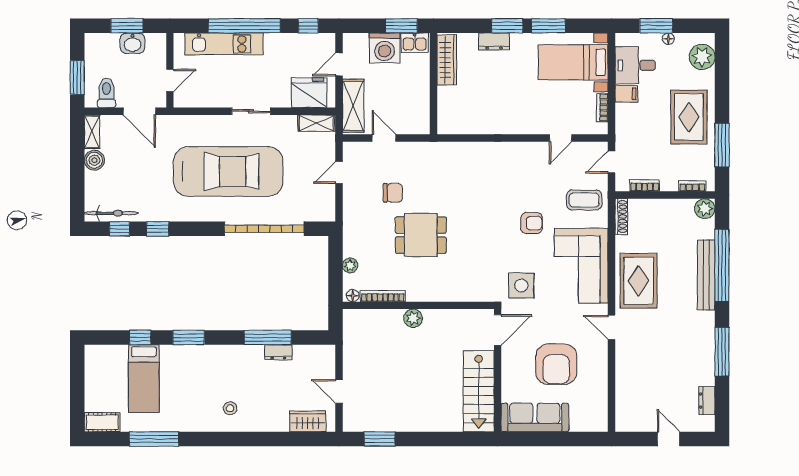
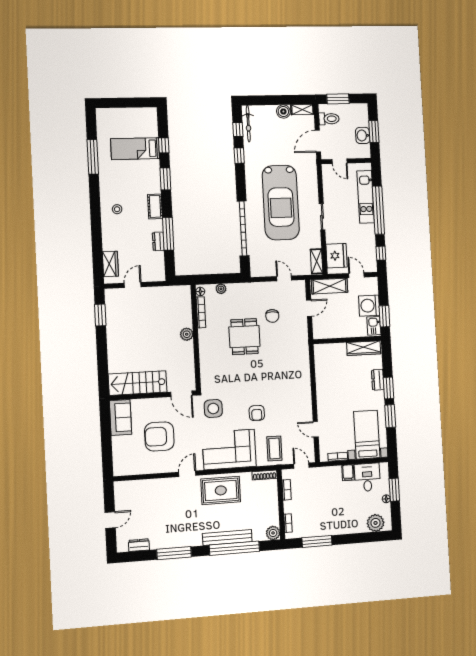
rug: (689, 117) -> (335, 517), removed
sofa: (535, 418) -> (121, 417), width x0.73
cot: (102, 422) -> (155, 206), moved

